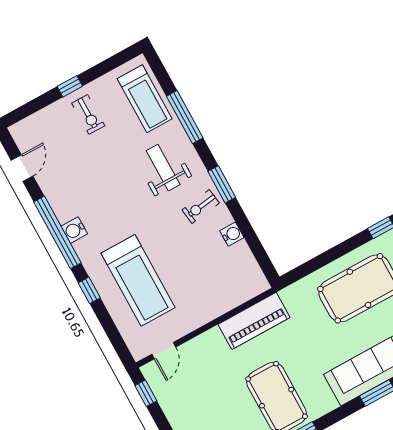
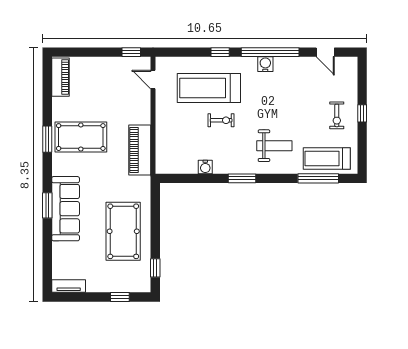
exercise bike: (88, 114) -> (337, 115), turned -90
window: (185, 117) -> (318, 178), moved
exercise bike: (201, 207) -> (221, 120), moved, turned 98

